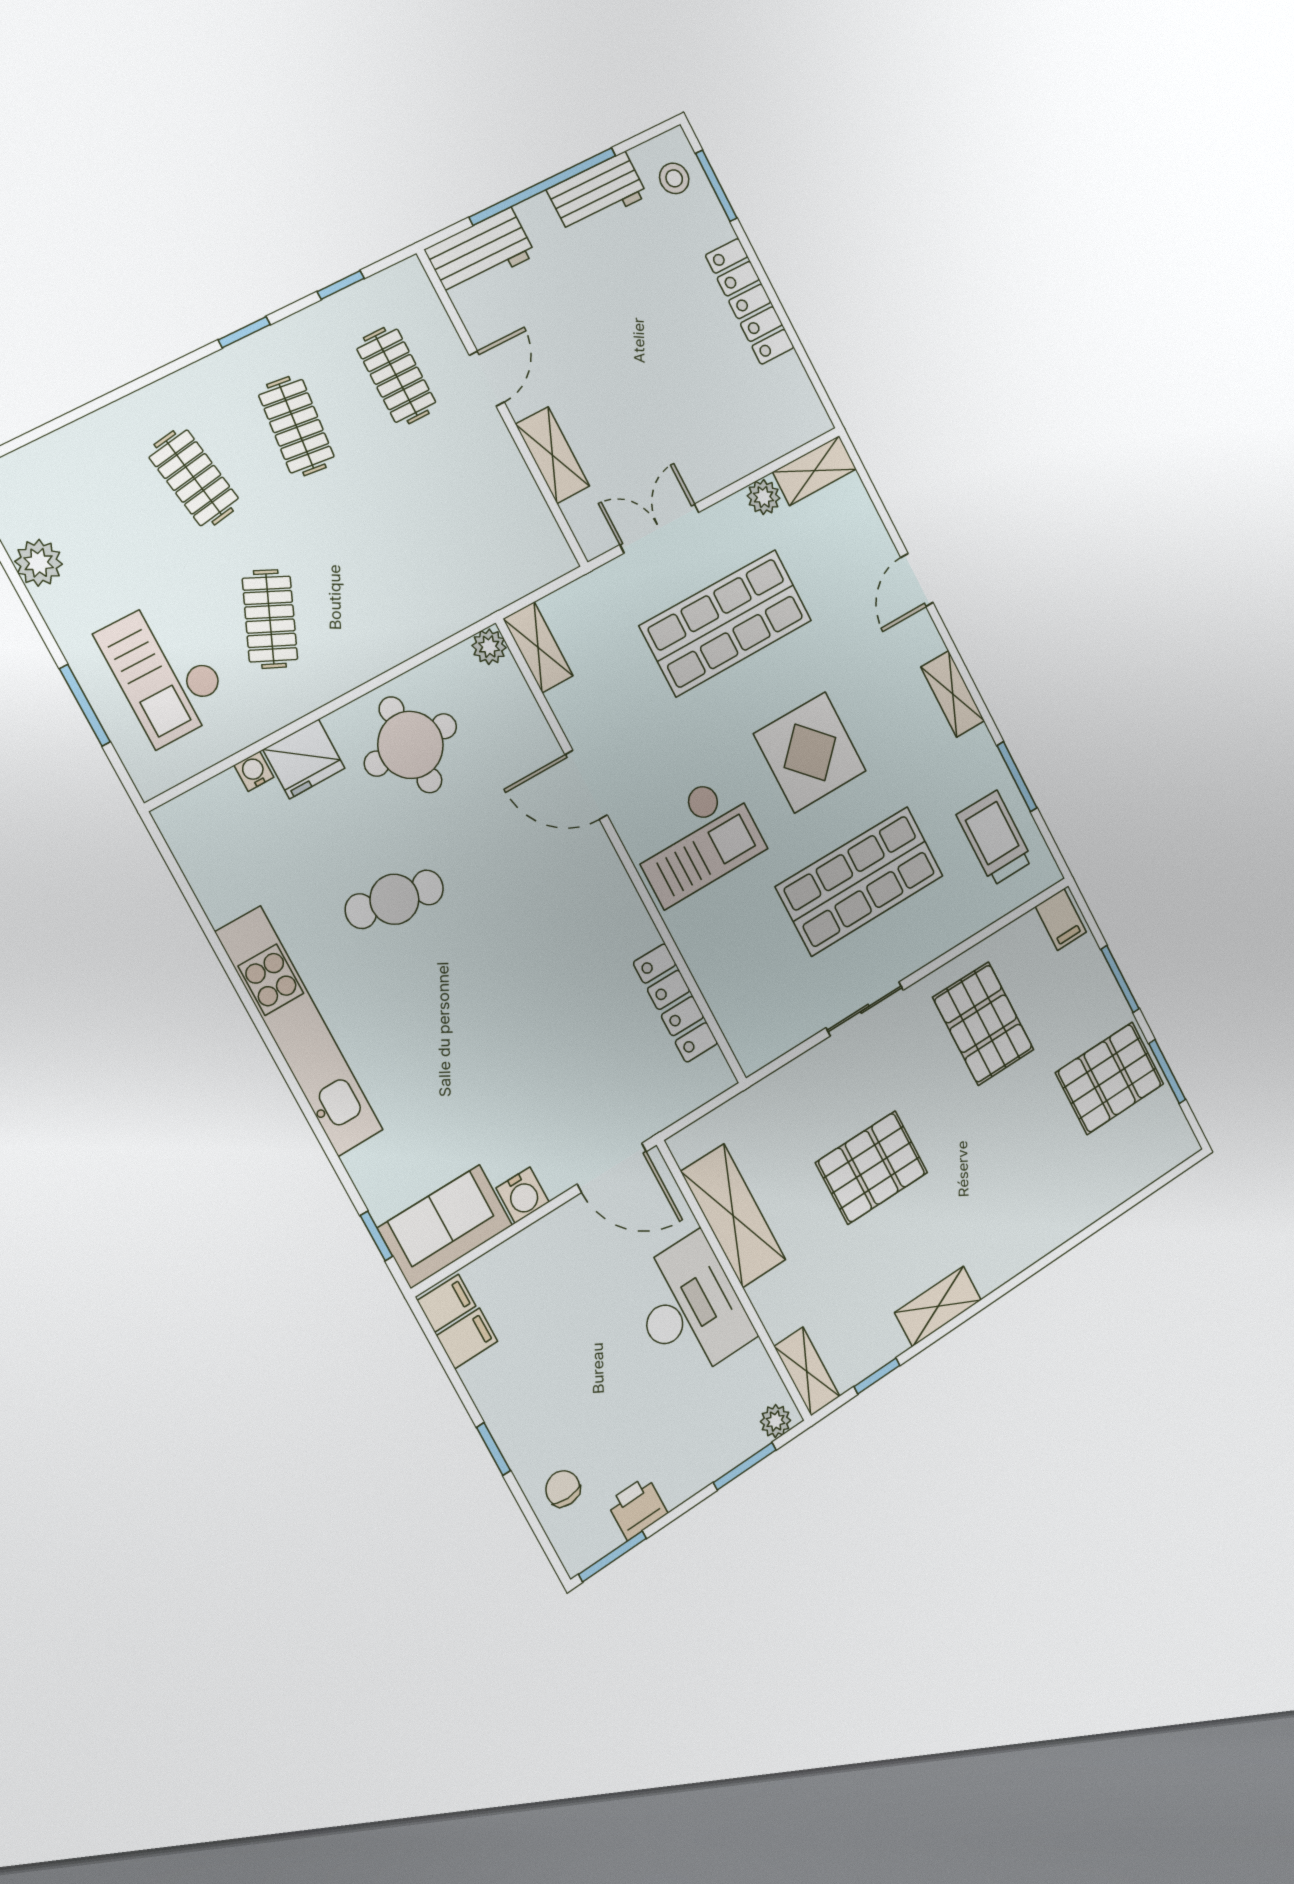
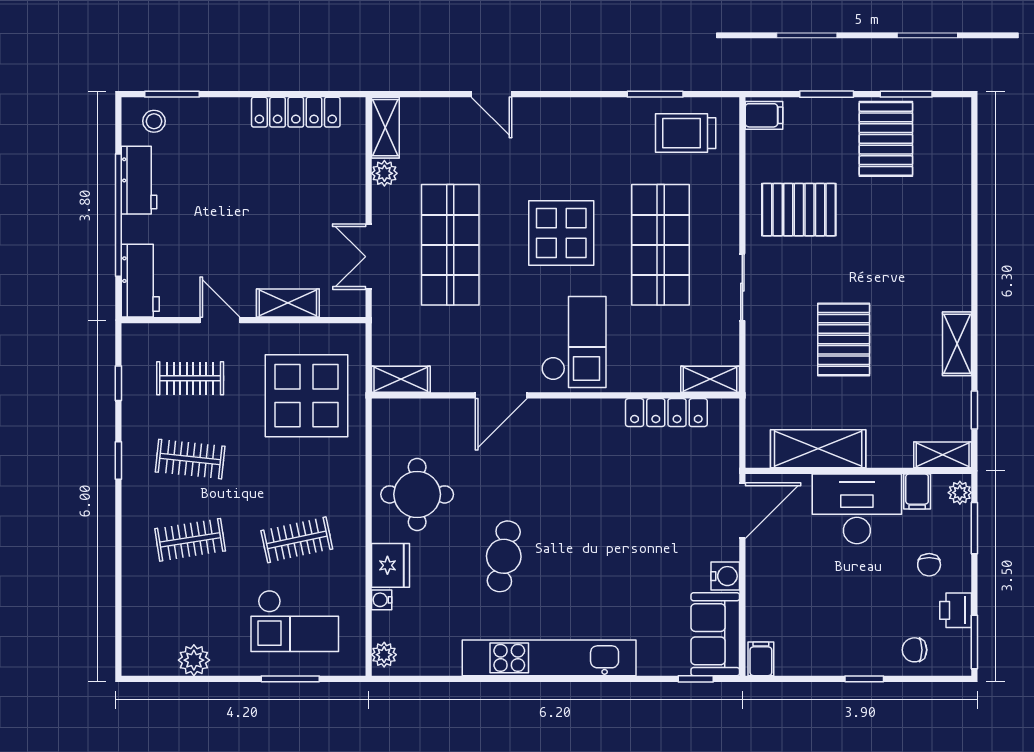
locker: (750, 301) -> (296, 112), moved
display table: (455, 537) -> (306, 396), added
clothes rail: (270, 619) -> (297, 540), turned -36
plant: (489, 647) -> (384, 655), moved
shelving: (953, 694) -> (710, 379), moved
filing cabinet: (467, 1338) -> (917, 492), moved, turned 180
chair: (673, 1439) -> (929, 565), added

